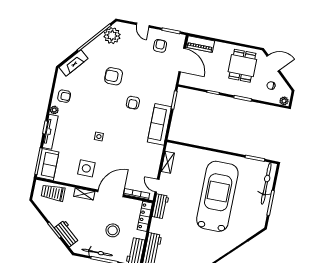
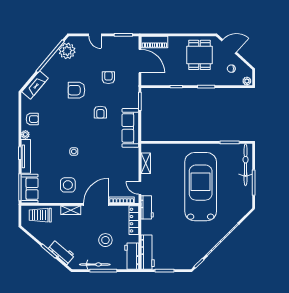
armchair: (160, 46) -> (108, 78), moved

